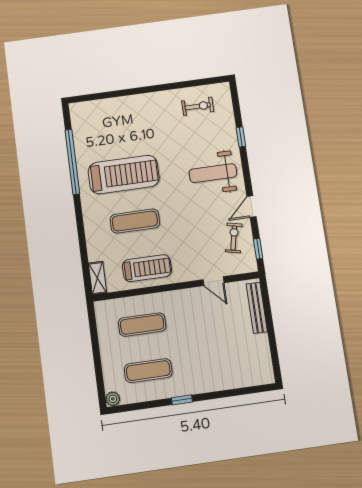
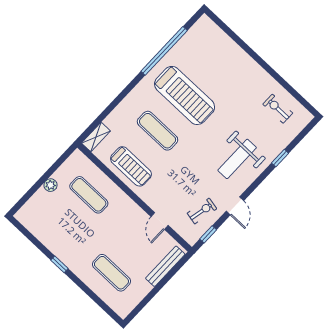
exercise bike: (198, 106) -> (278, 109), turned 180
weight bench: (213, 173) -> (237, 159), turned -90
door: (252, 207) -> (235, 206), swing flipped
exercise mat: (148, 371) -> (111, 273), moved
plant: (113, 399) -> (51, 185), moved

